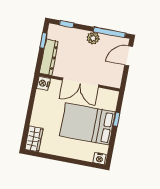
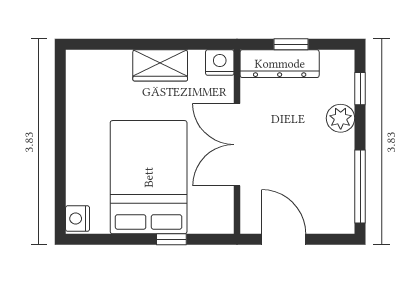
plant: (93, 38) -> (341, 118), moved
window: (43, 40) -> (291, 44), moved
door: (129, 56) -> (284, 239), moved
wardrobe: (34, 139) -> (160, 65), moved

